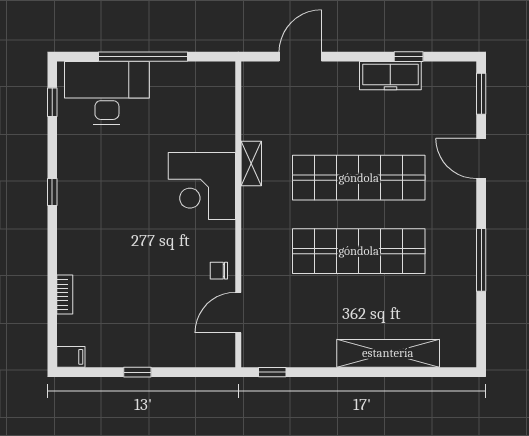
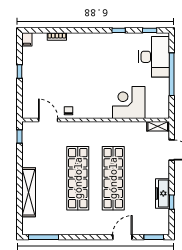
shelving: (251, 163) -> (158, 126), moved
corner desk: (202, 186) -> (129, 103), moved
window: (52, 192) -> (119, 30), moved
window: (481, 260) -> (44, 237), moved

